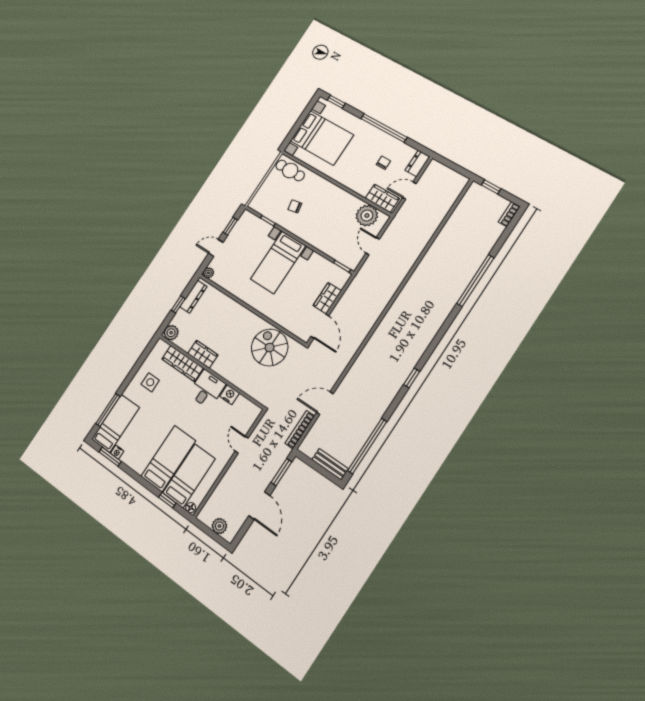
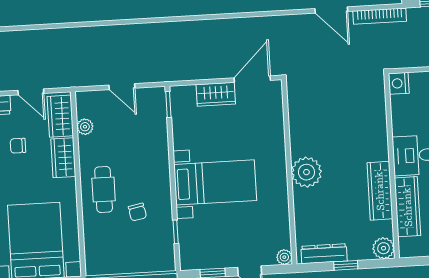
cafe table: (290, 171) -> (104, 190), moved
wardrobe: (357, 184) -> (63, 158), added
plant: (367, 216) -> (85, 127), width x0.53, depth x0.53
door: (373, 246) -> (122, 87), hinge flipped
plant: (244, 319) -> (306, 172), added
spiral stairs: (270, 347) -> (316, 118), removed
wardrobe: (203, 354) -> (380, 191), width x1.50
nightstand: (229, 395) -> (399, 83), moved

